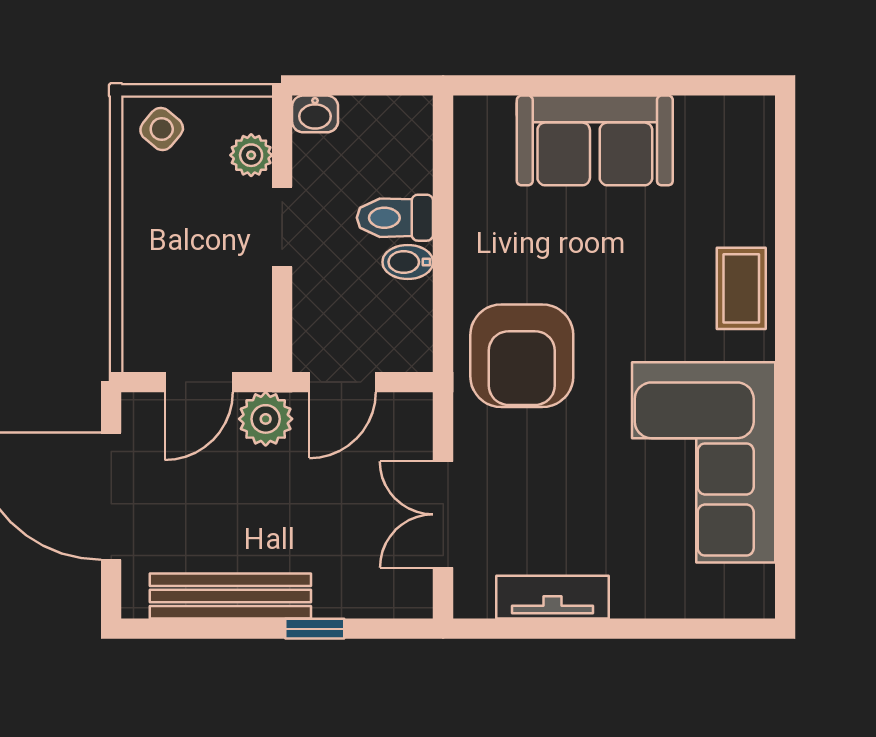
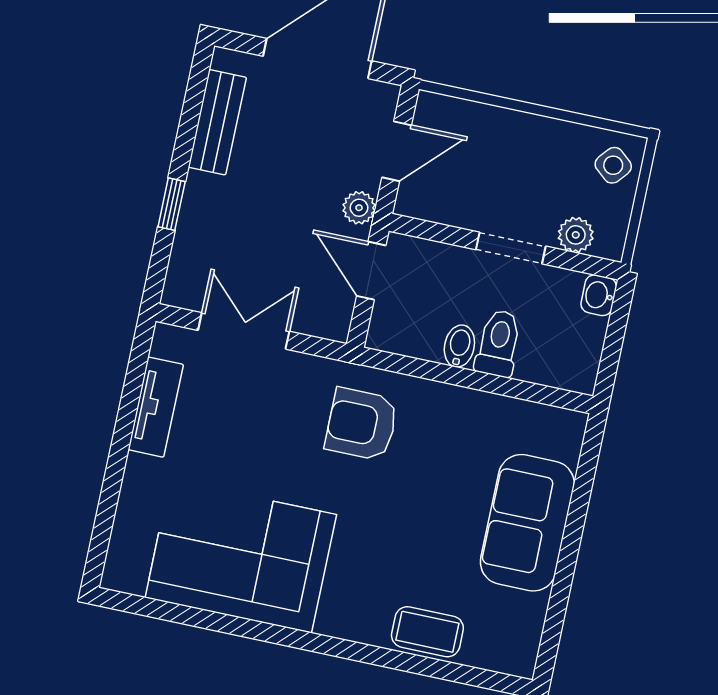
coffee table: (741, 288) -> (427, 632), moved
armchair: (522, 356) -> (361, 424), width x0.73, depth x0.73
door: (199, 382) -> (397, 151), swing flipped
plant: (266, 419) -> (359, 208), width x0.73, depth x0.73
bench: (230, 596) -> (217, 122), width x0.73

